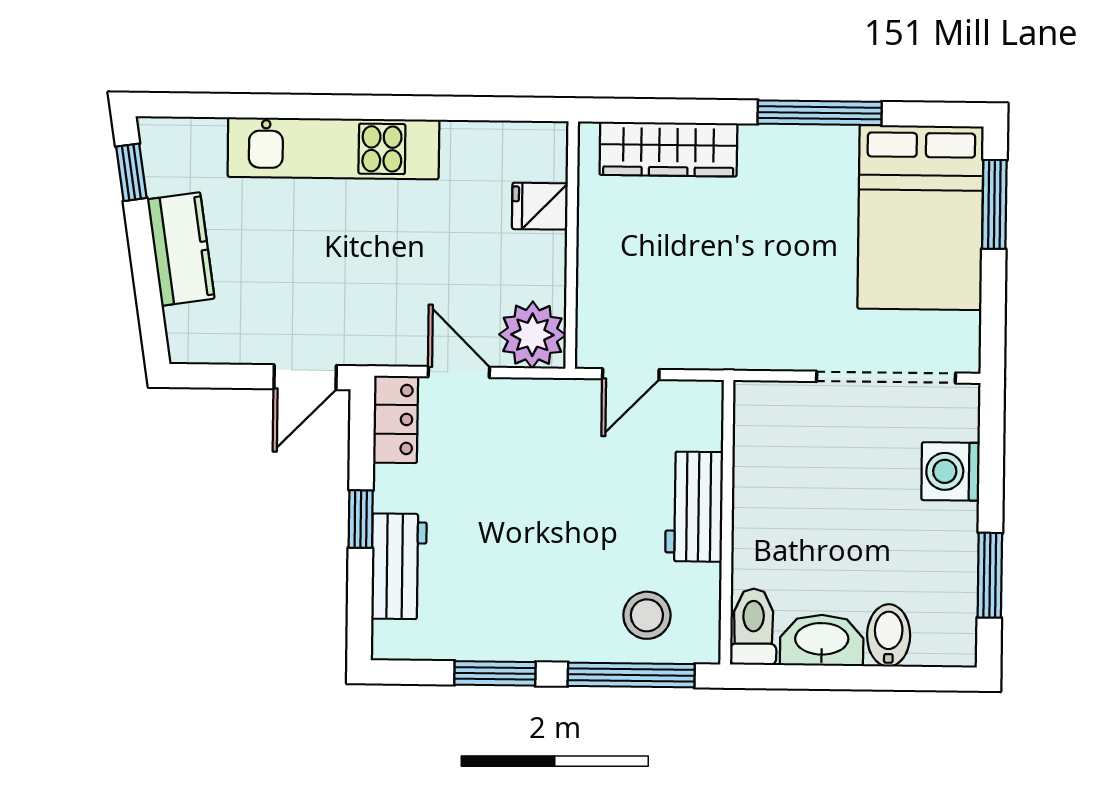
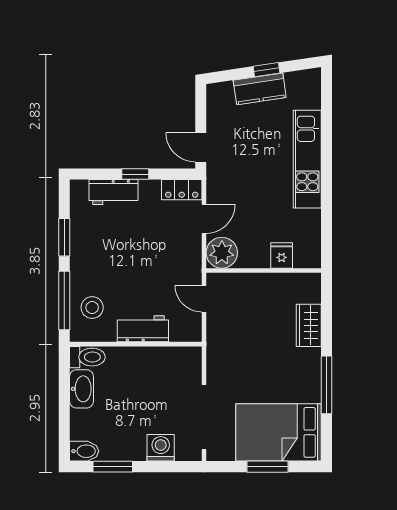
wardrobe: (668, 149) -> (309, 325), width x0.67
window: (131, 172) -> (267, 70), moved
window: (994, 204) -> (268, 467), moved
bidet: (889, 635) -> (84, 451), moved

